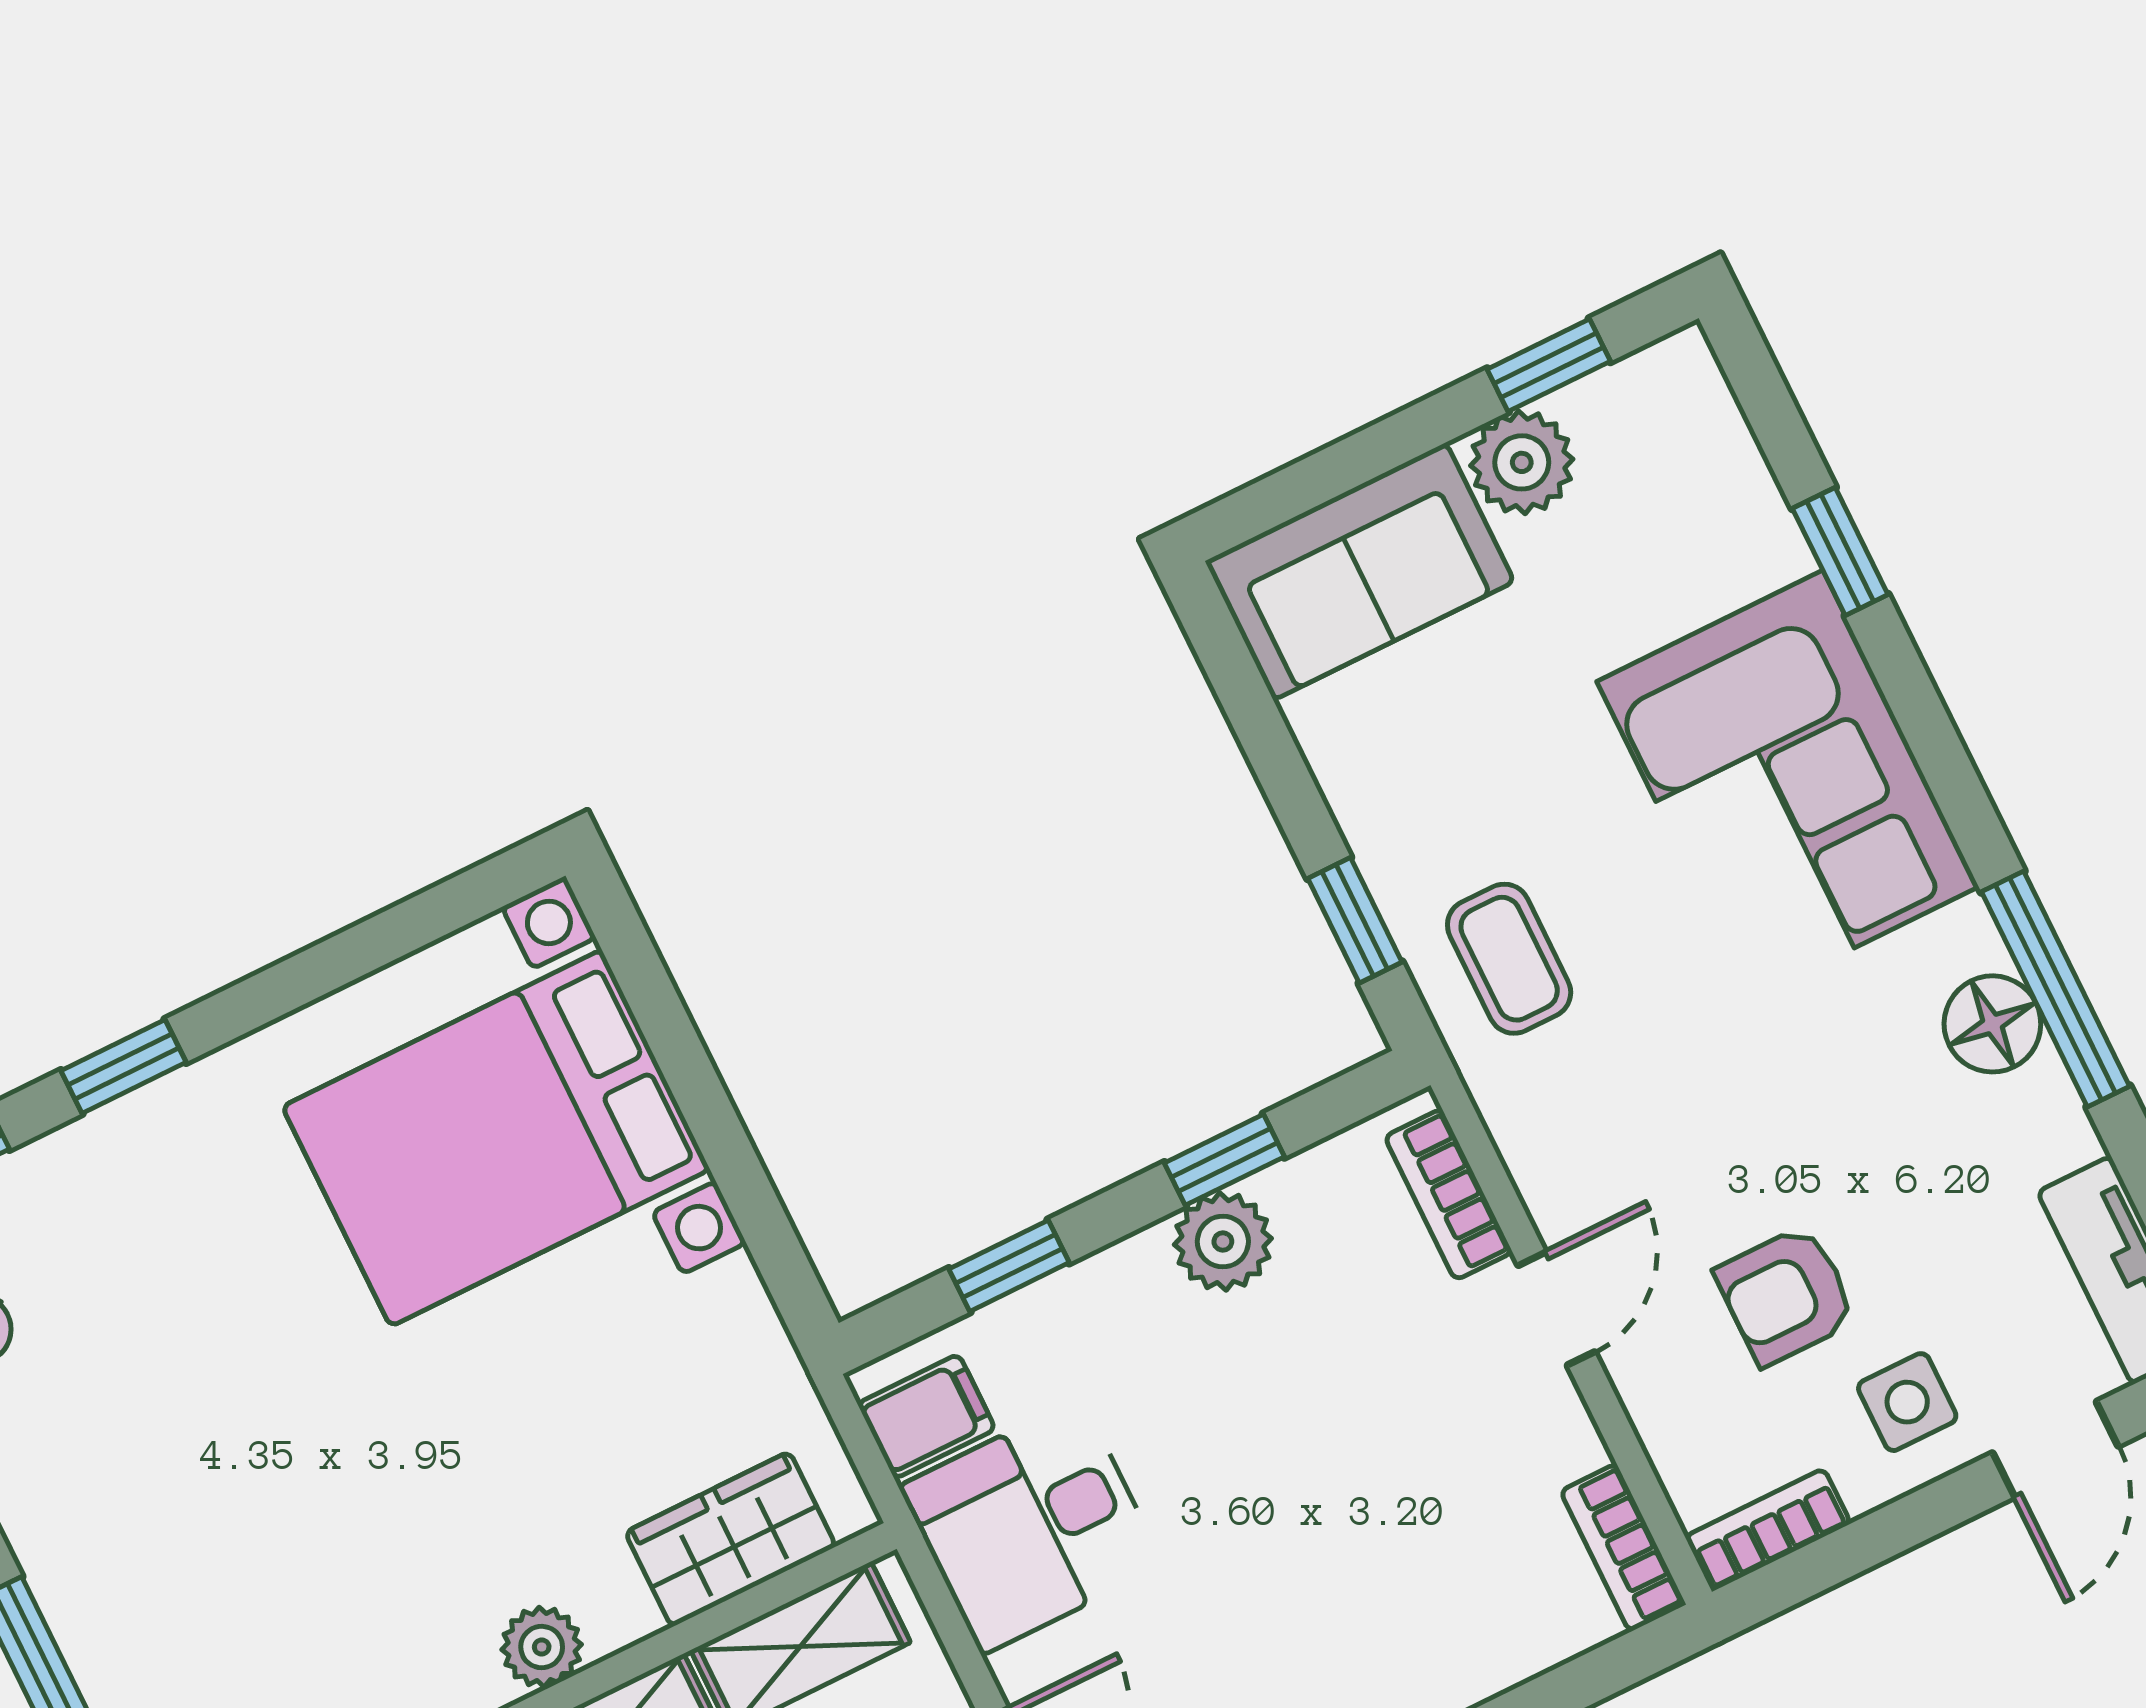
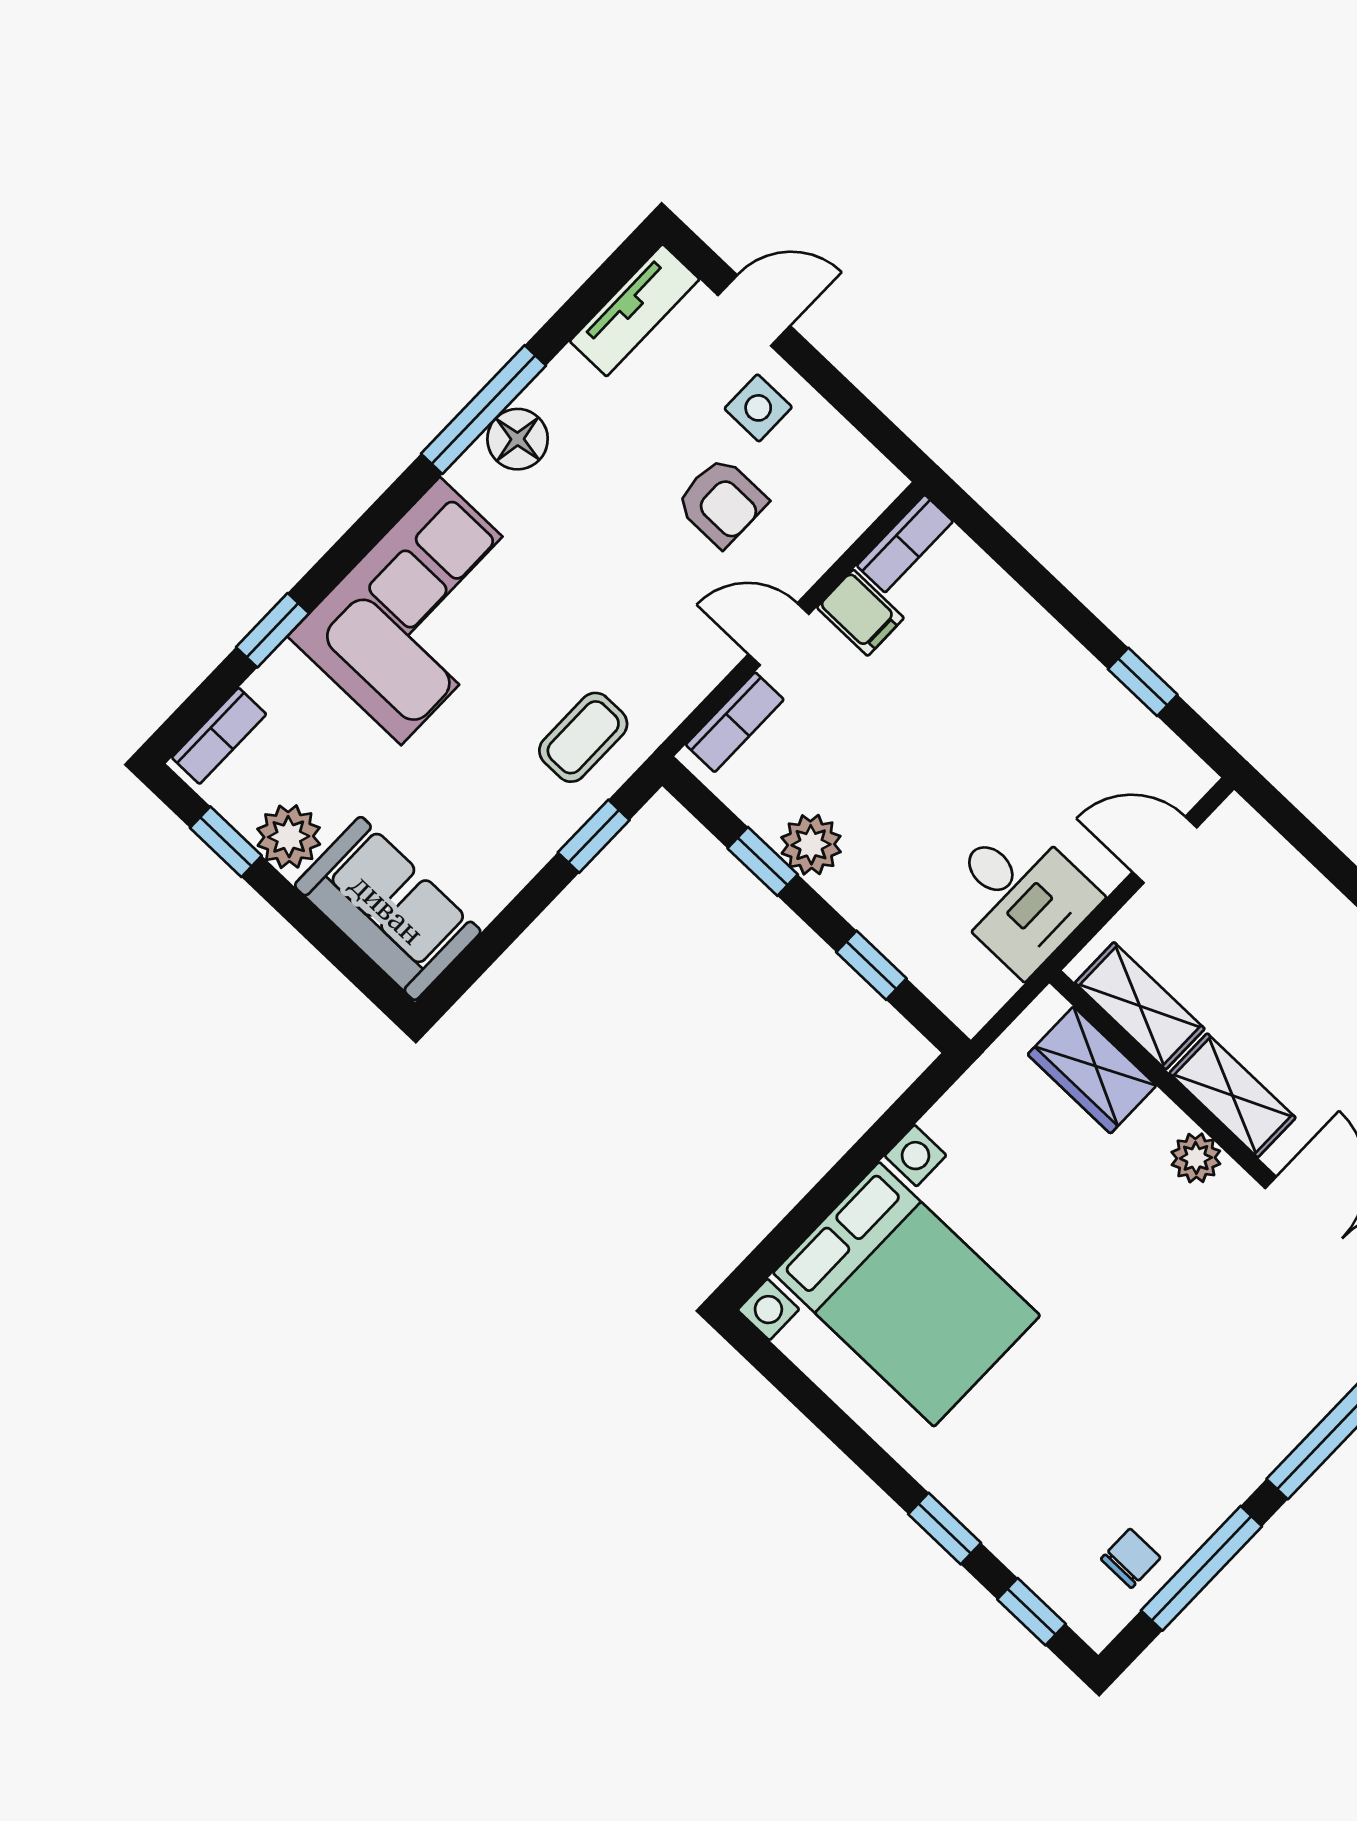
filing cabinet: (926, 1416) -> (860, 613), moved, turned 180
bookcase: (1768, 1530) -> (219, 736), moved, turned -90

